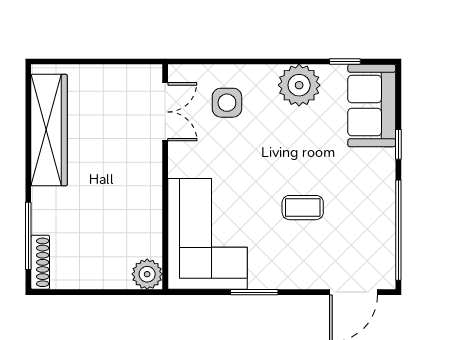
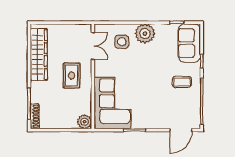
plant: (299, 85) -> (145, 34), moved
rug: (119, 175) -> (72, 76), added
coffee table: (303, 208) -> (182, 82), moved

